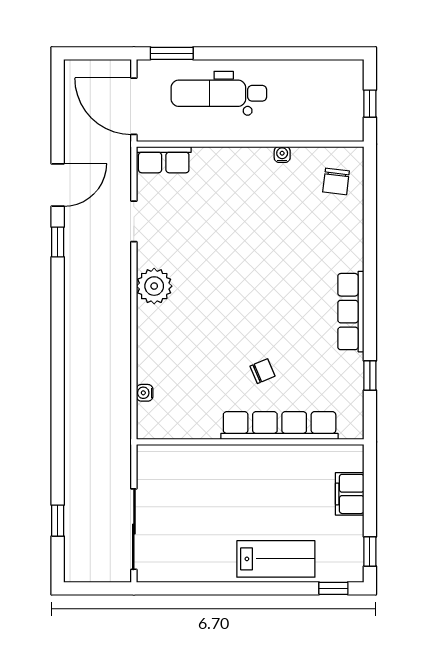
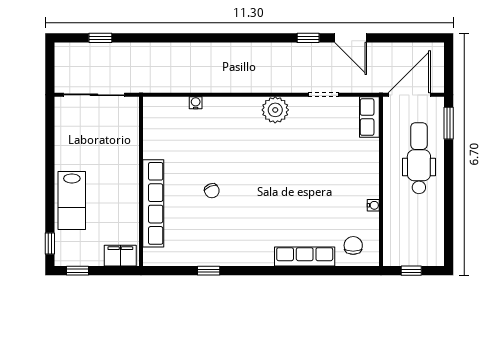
chair: (336, 181) -> (353, 245), turned 83
row of seats: (351, 312) -> (305, 257), moved
row of seats: (280, 426) -> (153, 203), moved
wall: (250, 442) -> (141, 181), moved

